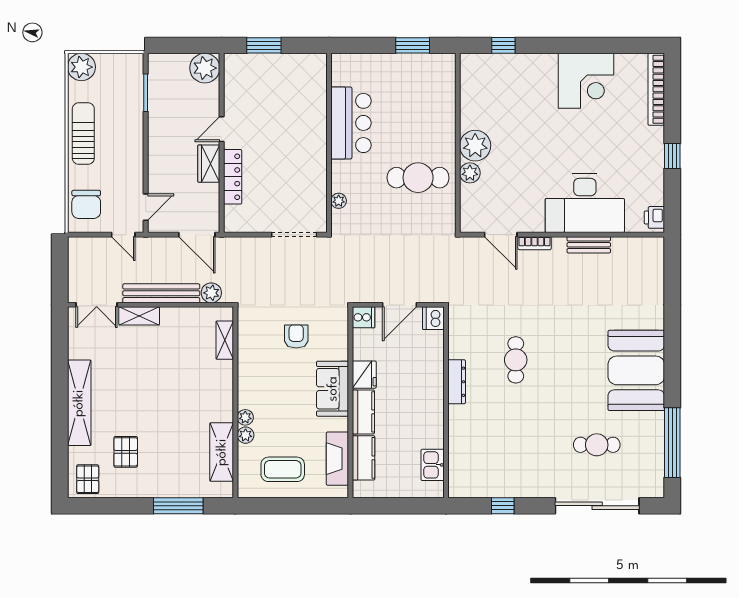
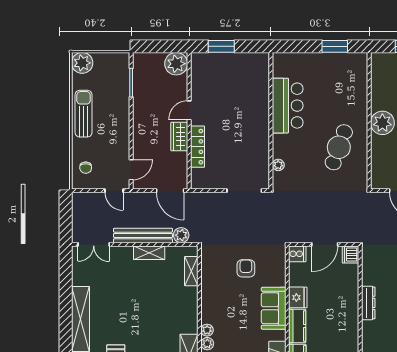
plant: (470, 173) -> (378, 144), removed
cafe table: (418, 178) -> (339, 147), turned -70
chair: (86, 204) -> (86, 168), width x0.54, depth x0.54
shelving: (139, 316) -> (149, 253), moved

